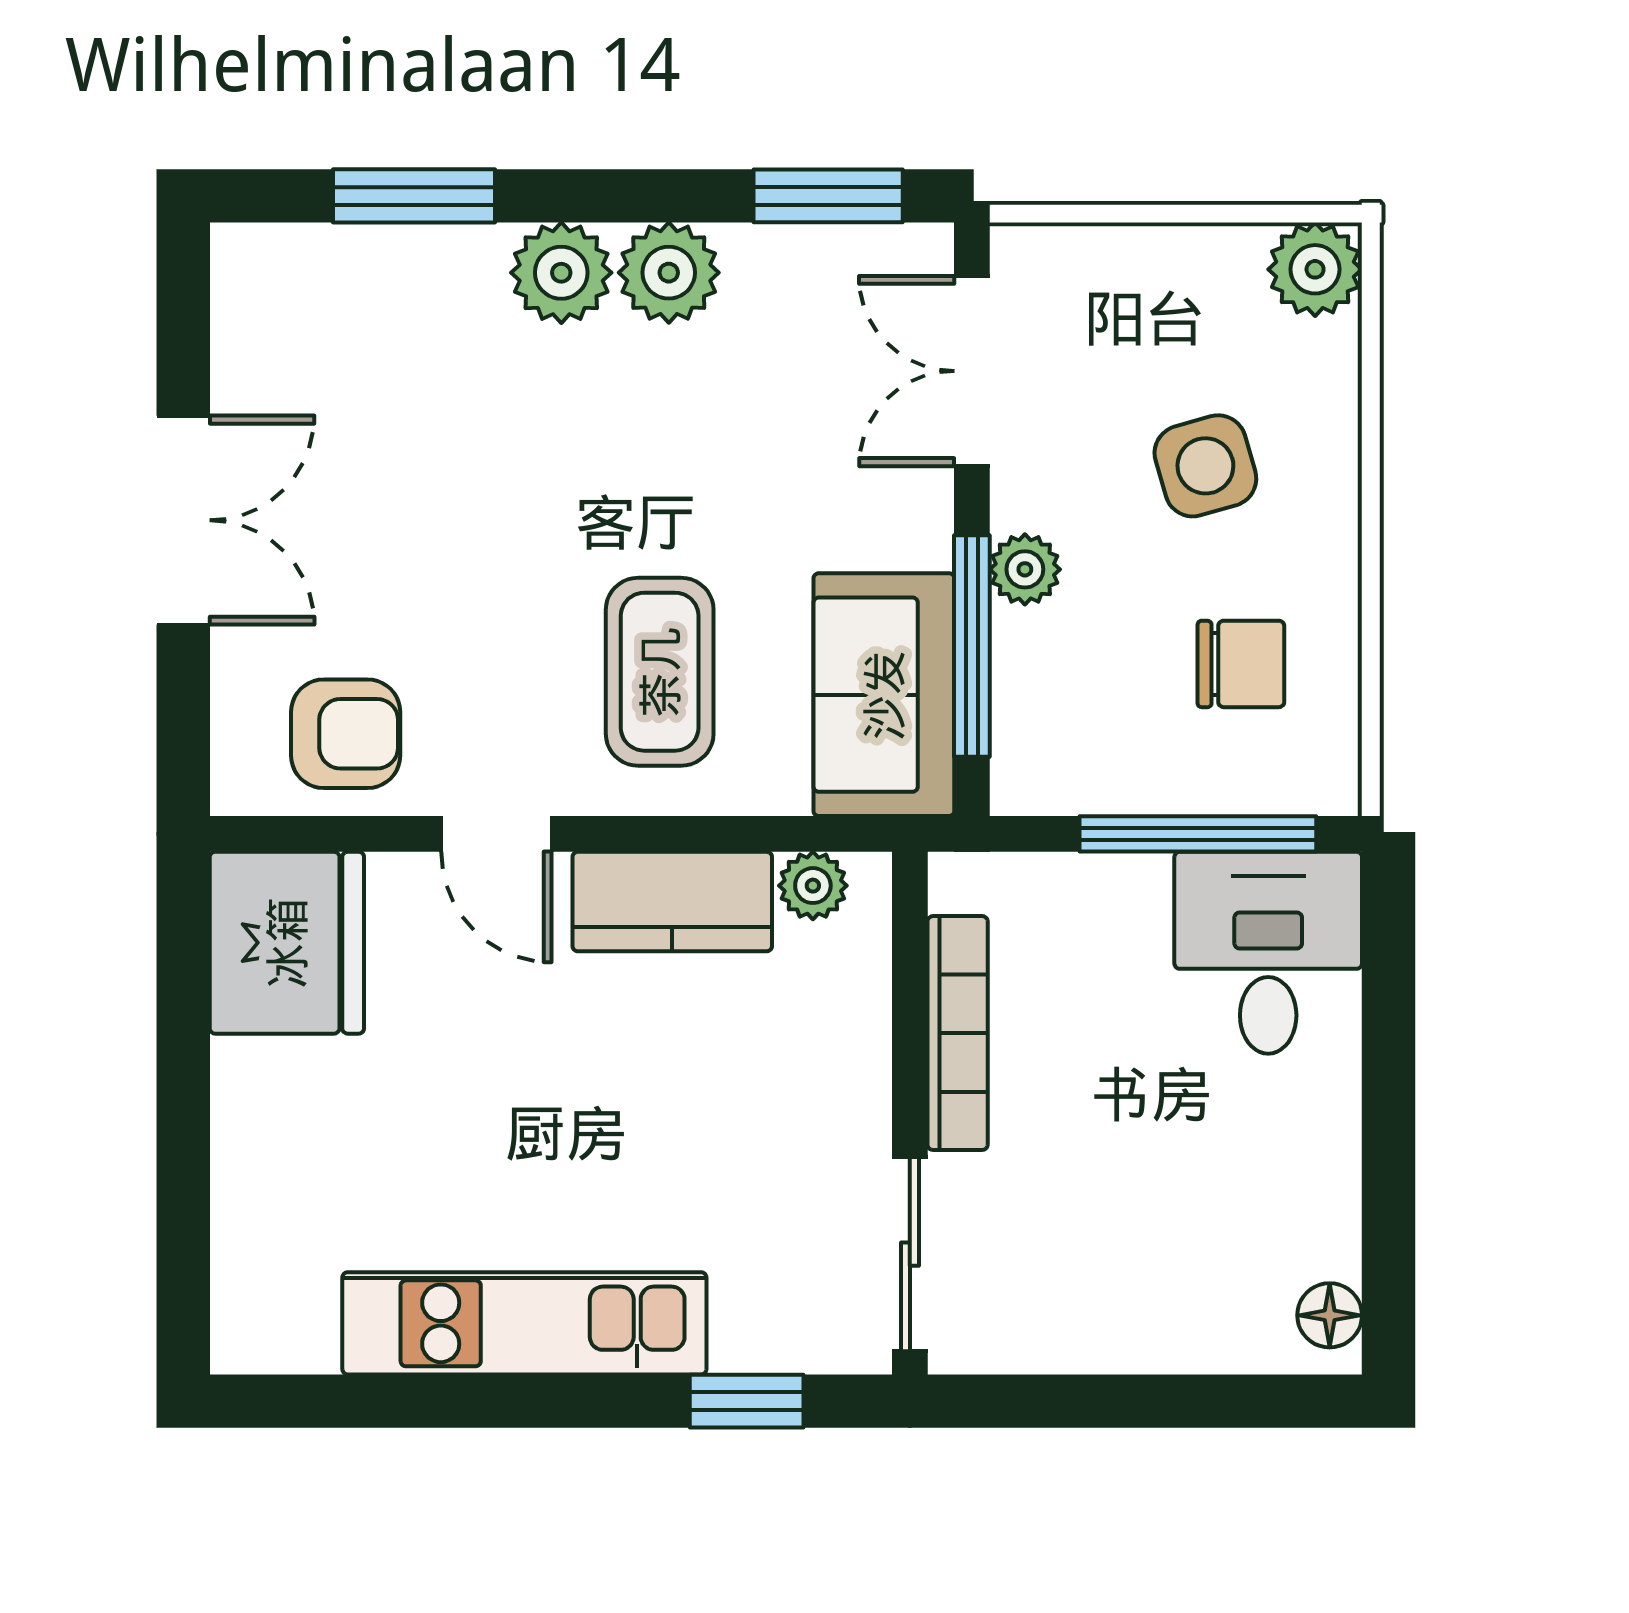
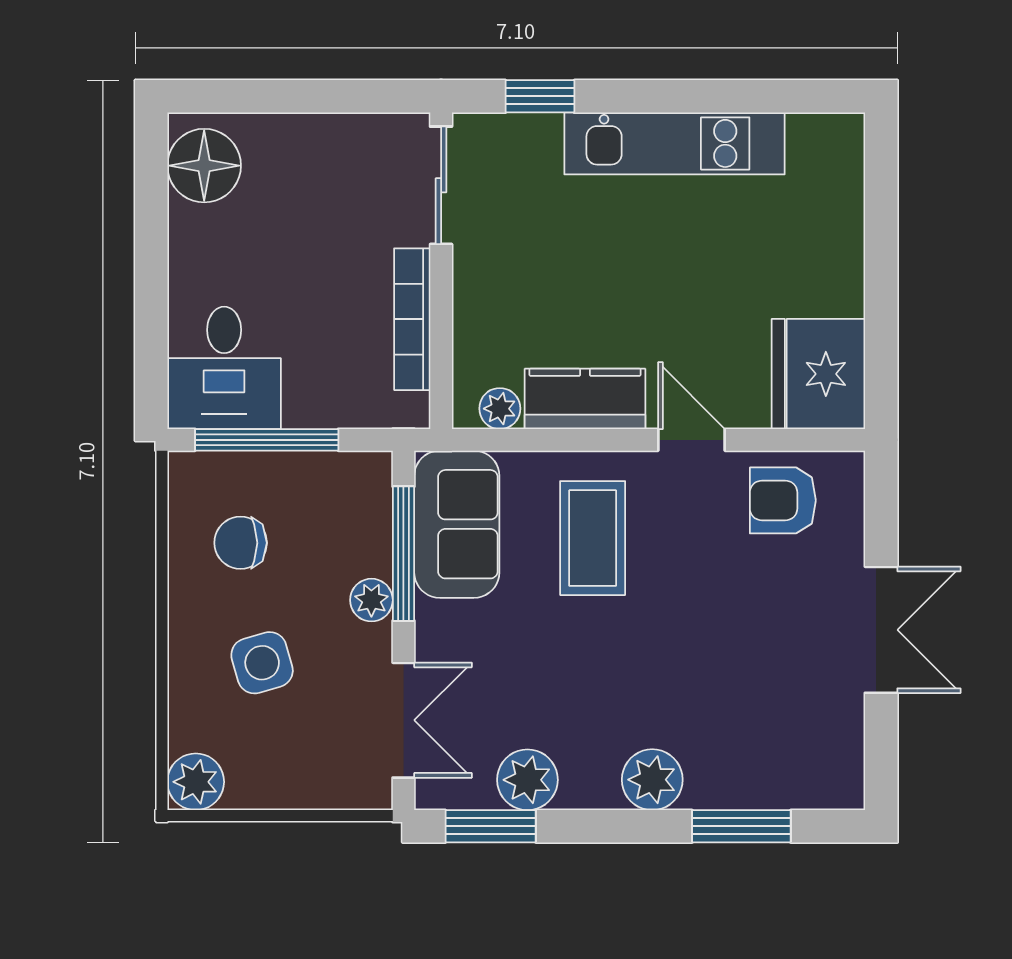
plant: (669, 273) -> (527, 780), moved
double door: (183, 520) -> (881, 630), swing flipped
floor lamp: (1330, 1315) -> (204, 166), width x1.89, depth x1.89

